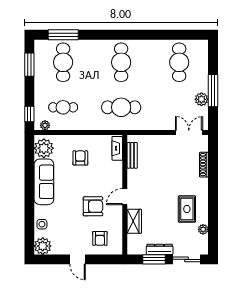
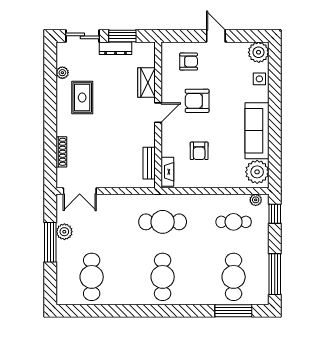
window: (29, 65) -> (275, 274), width x1.44
armchair: (80, 158) -> (199, 151), moved
armchair: (100, 238) -> (189, 62), turned 90

